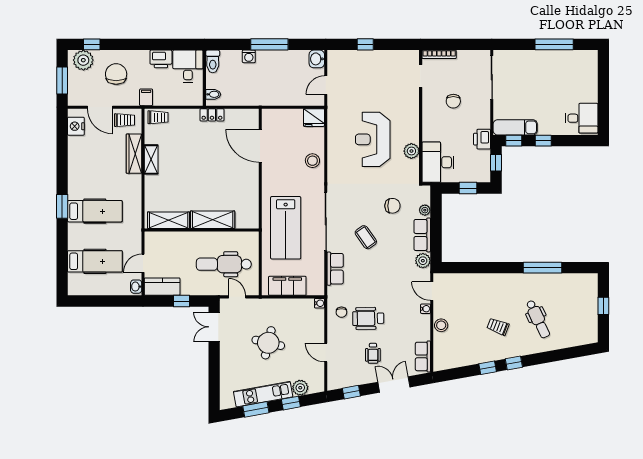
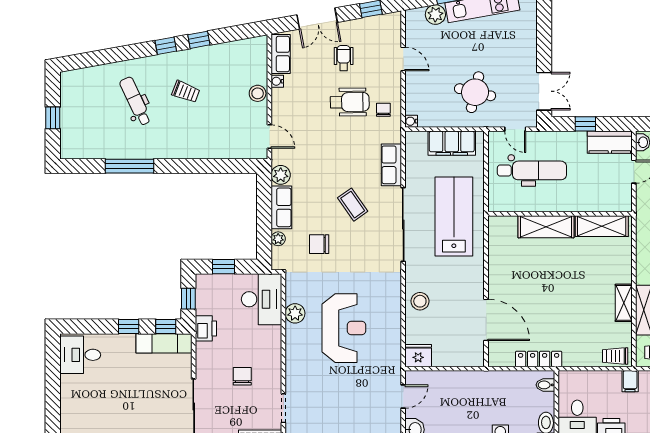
locker: (212, 115) -> (539, 359), width x1.53
water cooler: (426, 309) -> (277, 81), moved
round table: (268, 343) -> (475, 92), moved

